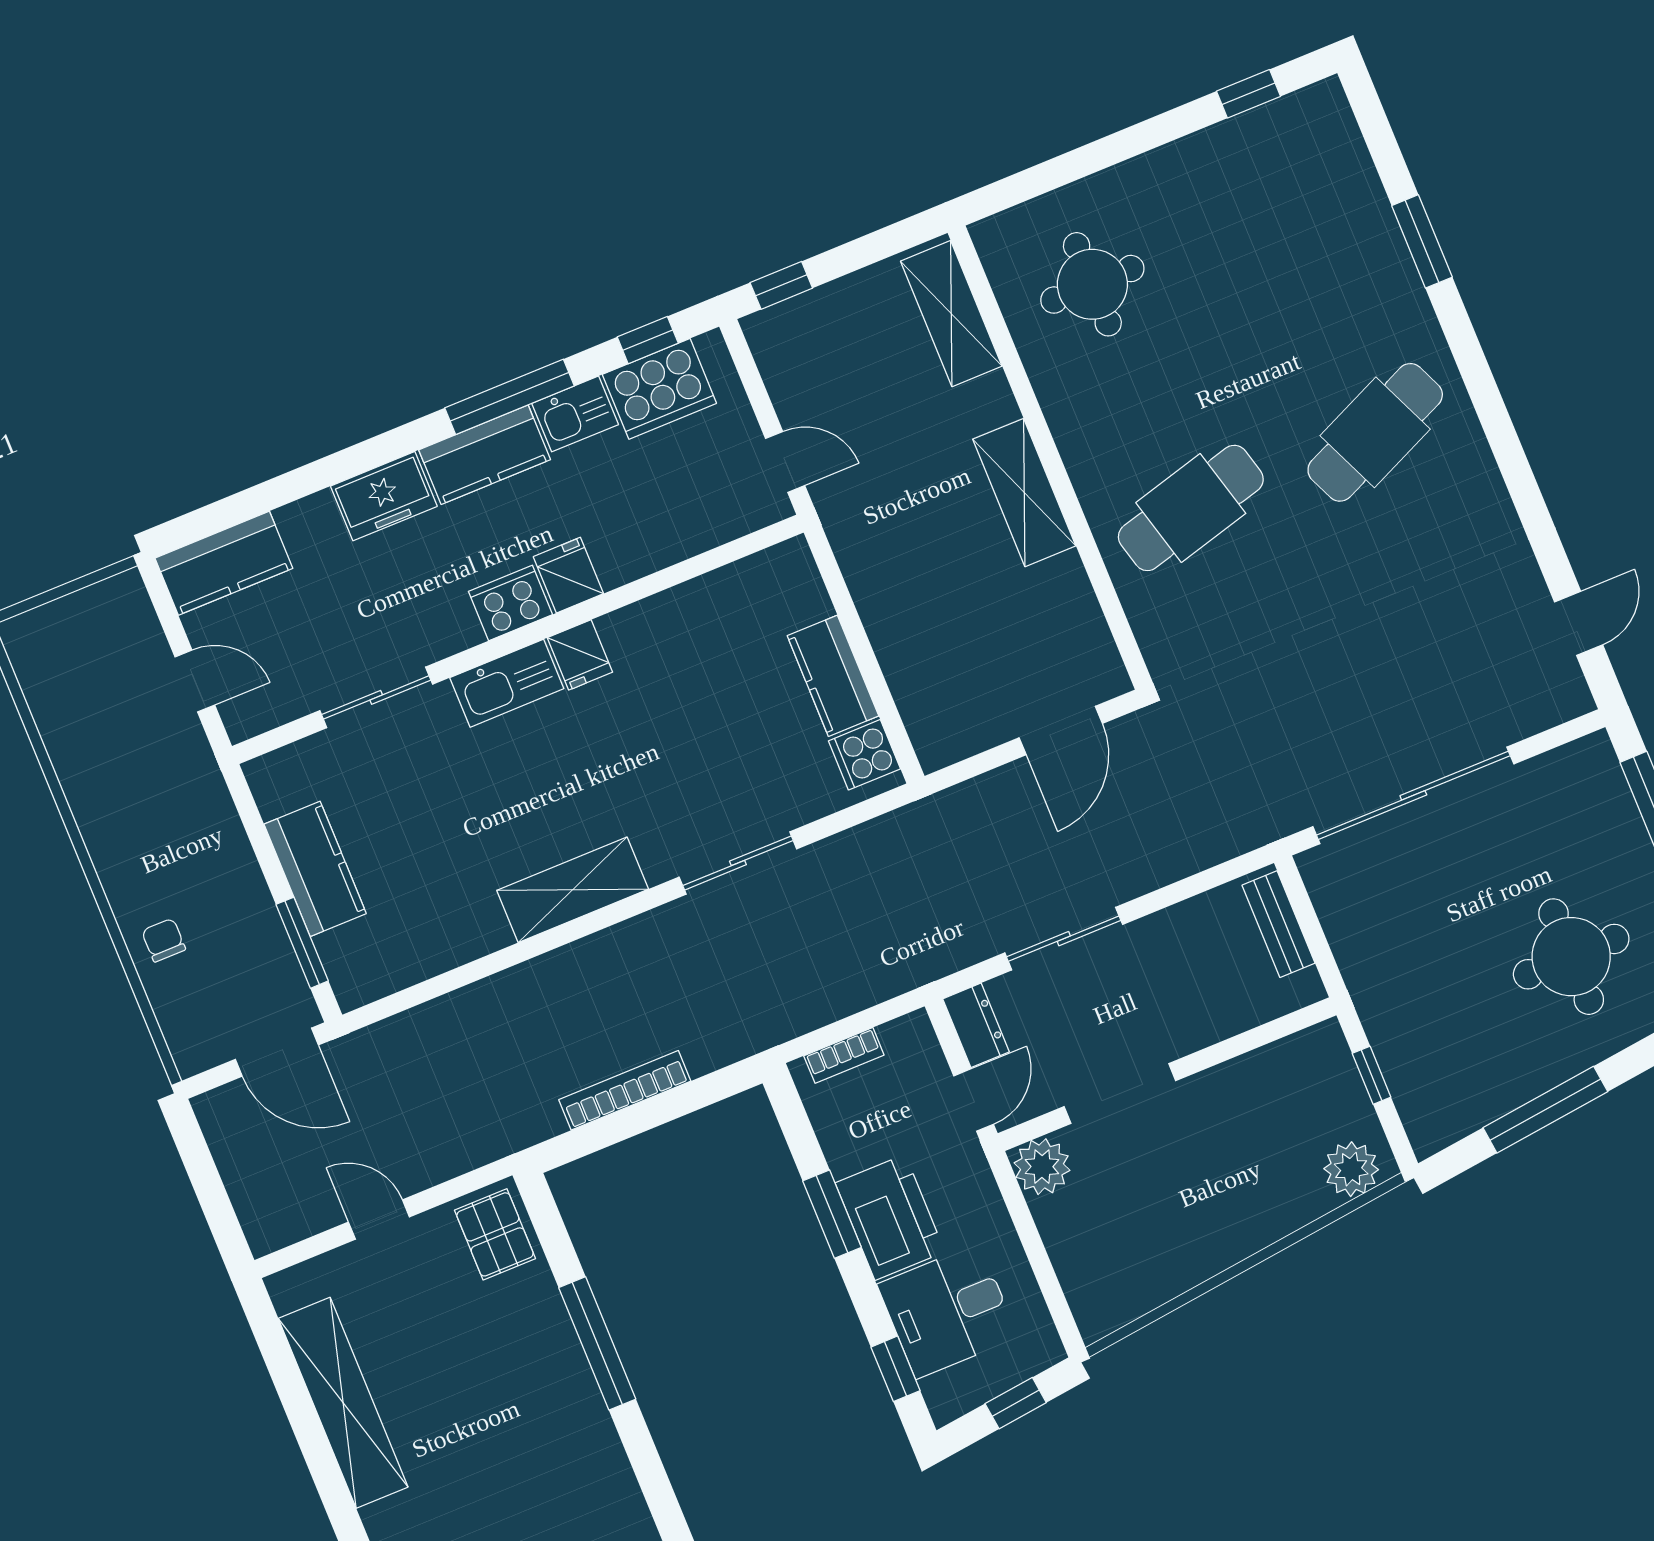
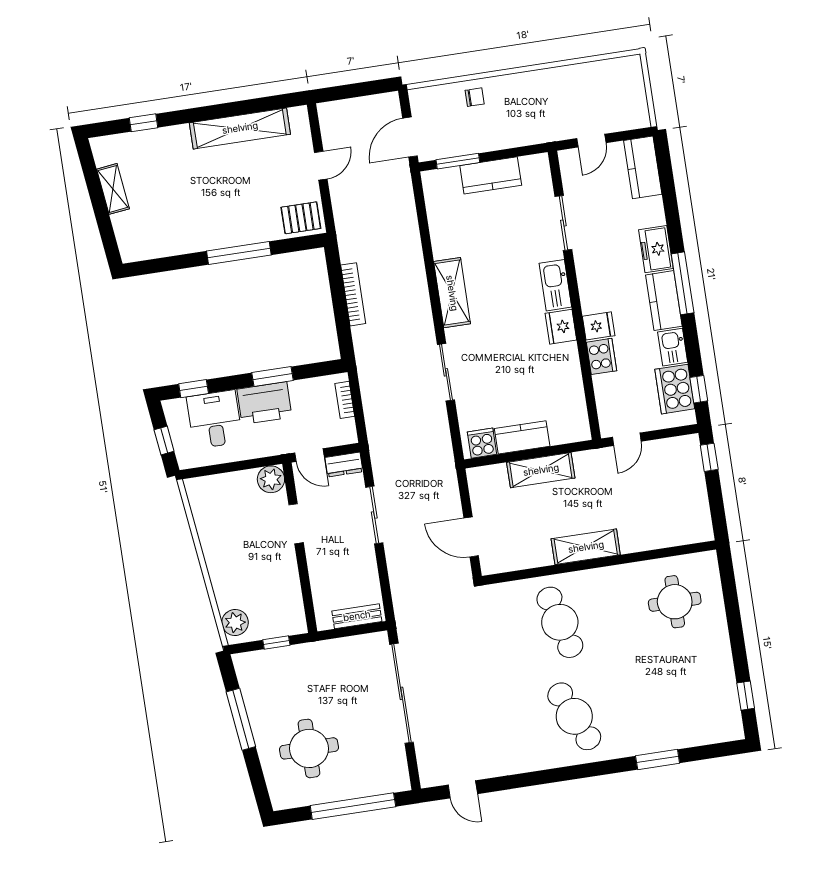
shelving: (951, 314) -> (541, 470), moved
window: (510, 397) -> (683, 283), moved
cooker: (511, 603) -> (601, 356), moved
fridge: (580, 655) -> (561, 327), width x1.38
doorway: (1120, 1094) -> (296, 524), width x0.73

